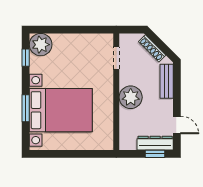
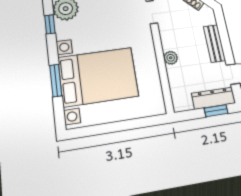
bench: (167, 81) -> (214, 43), moved
plant: (131, 97) -> (171, 58), width x0.53, depth x0.53

